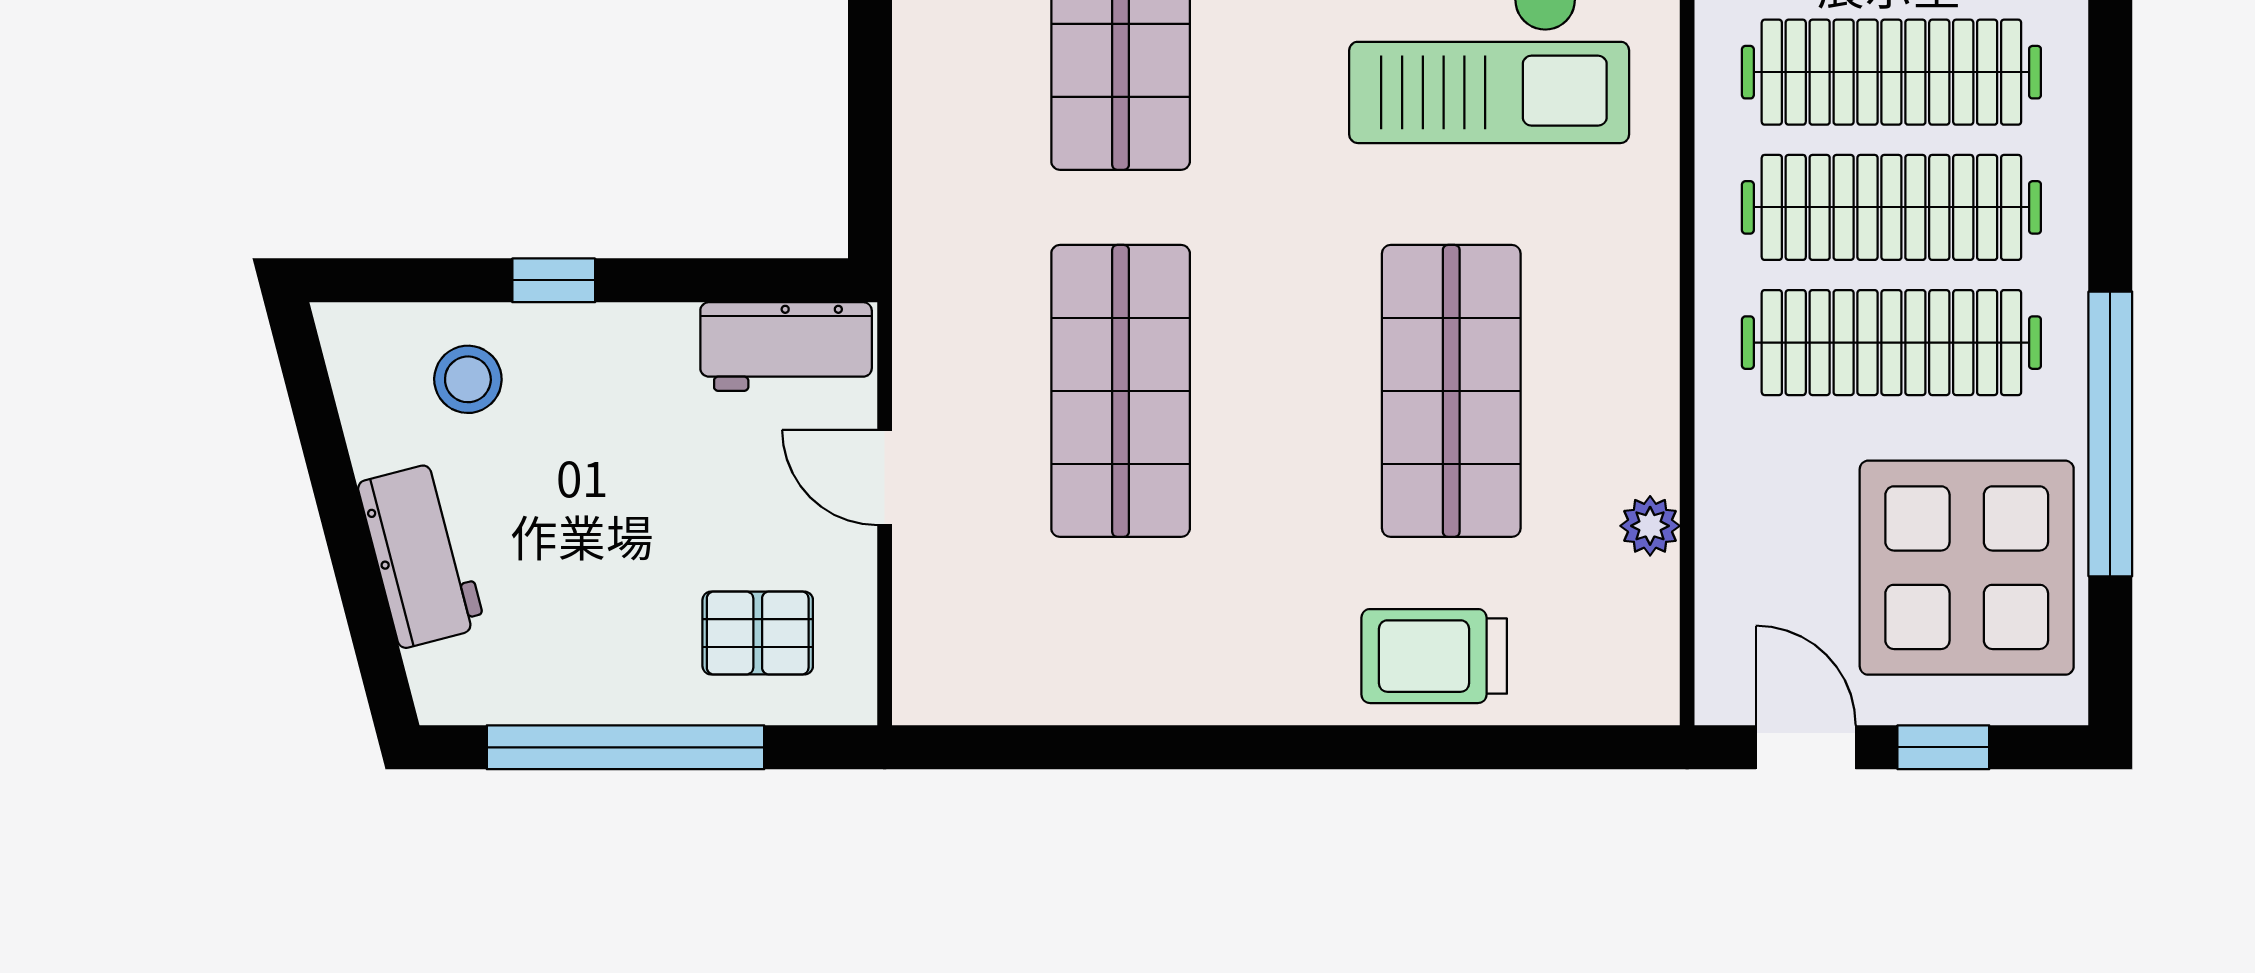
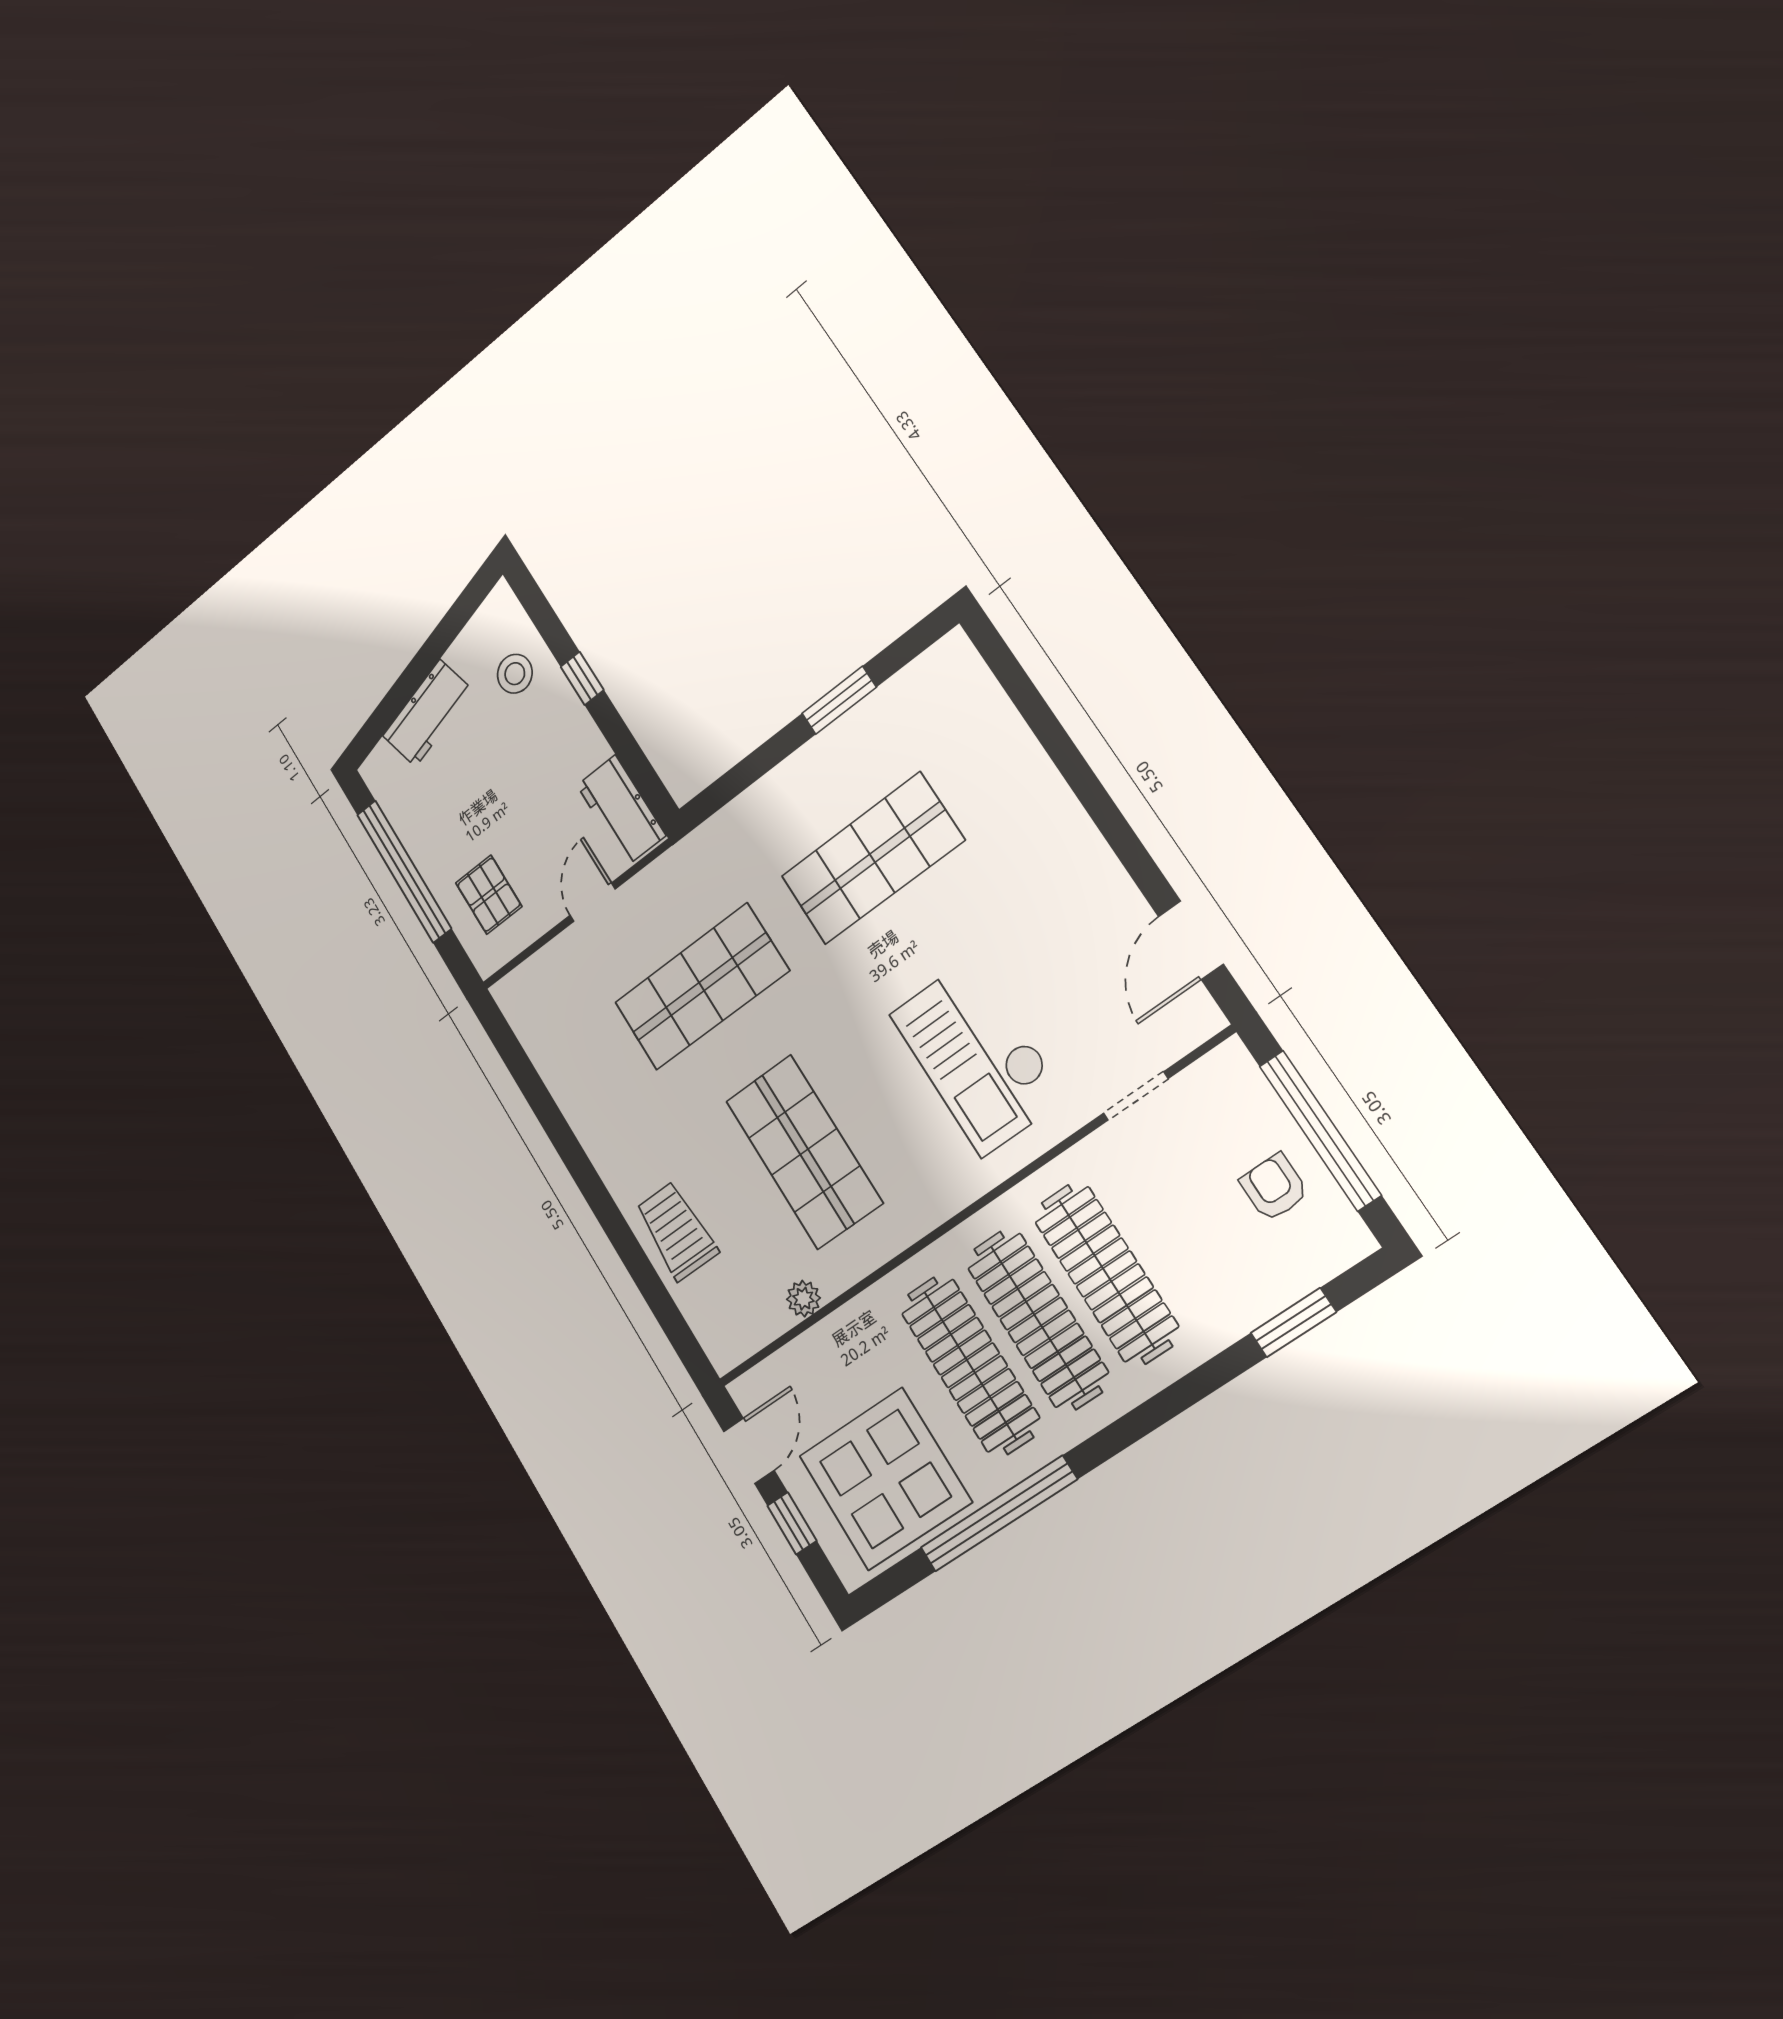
shop shelf: (1451, 391) -> (804, 1152), turned 90

